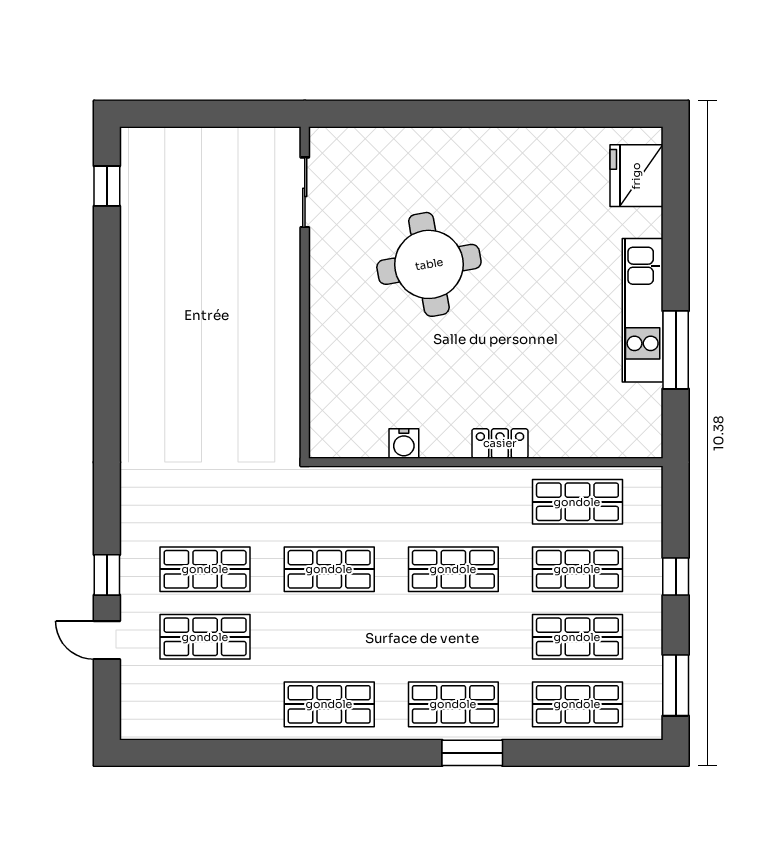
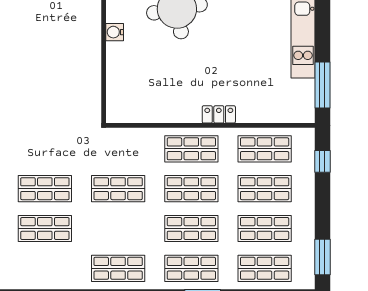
window: (676, 350) -> (322, 85), moved
water cooler: (404, 444) -> (115, 32), moved, turned 90
shop shelf: (453, 502) -> (191, 149), added
window: (676, 577) -> (322, 161), moved
shop shelf: (453, 637) -> (191, 228), added

